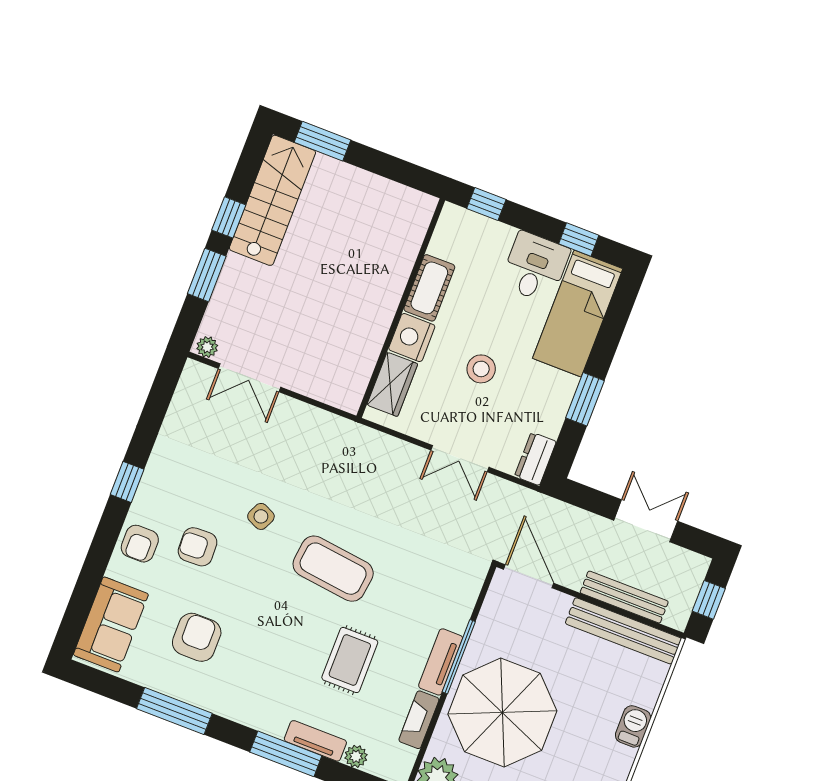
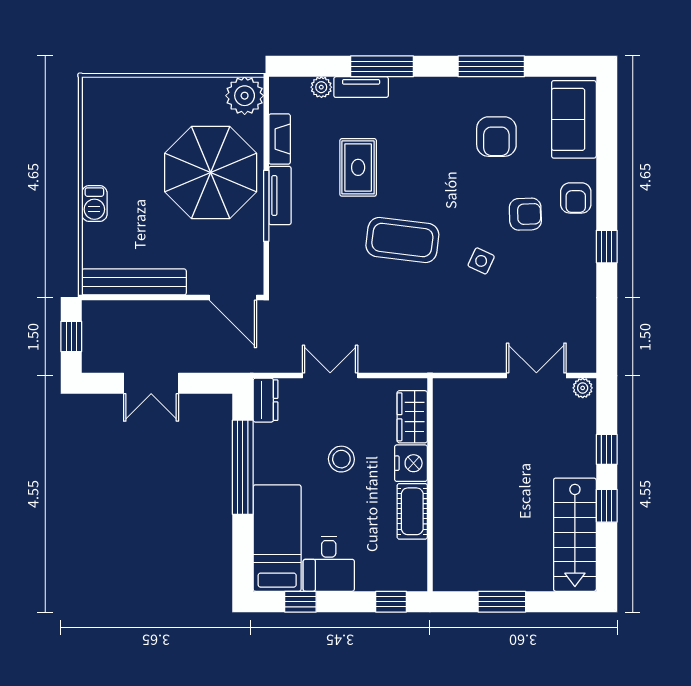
window: (323, 141) -> (502, 602), moved
window: (207, 275) -> (607, 449), width x0.67
window: (585, 399) -> (243, 467), width x2.11
armchair: (140, 544) -> (576, 198), turned 180
bench: (624, 597) -> (144, 311), removed

